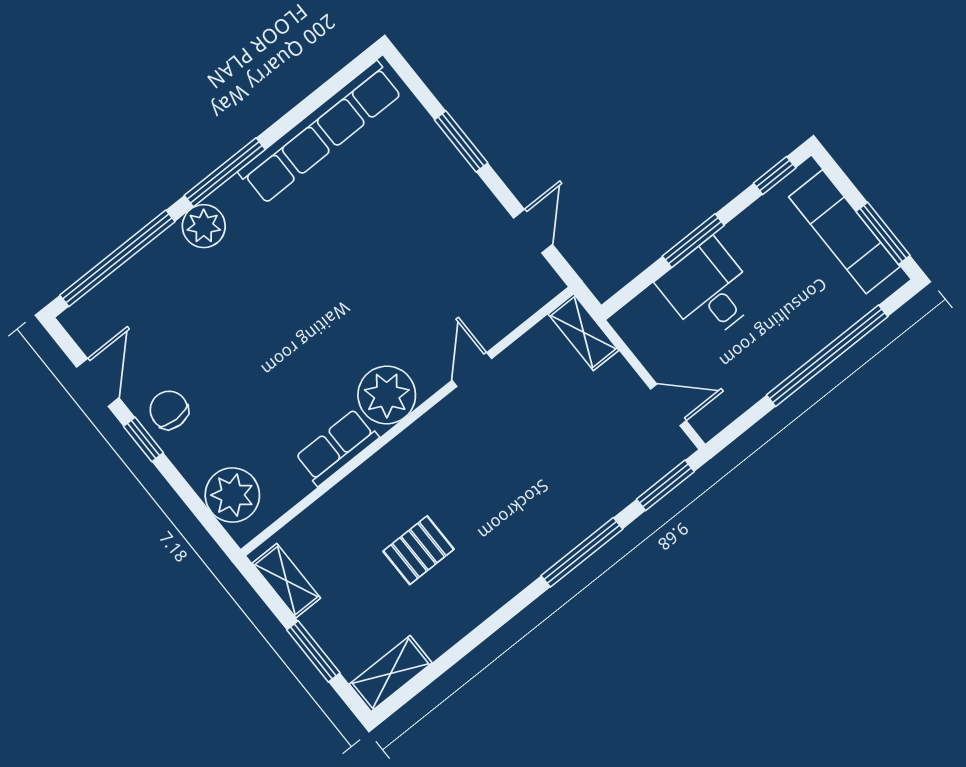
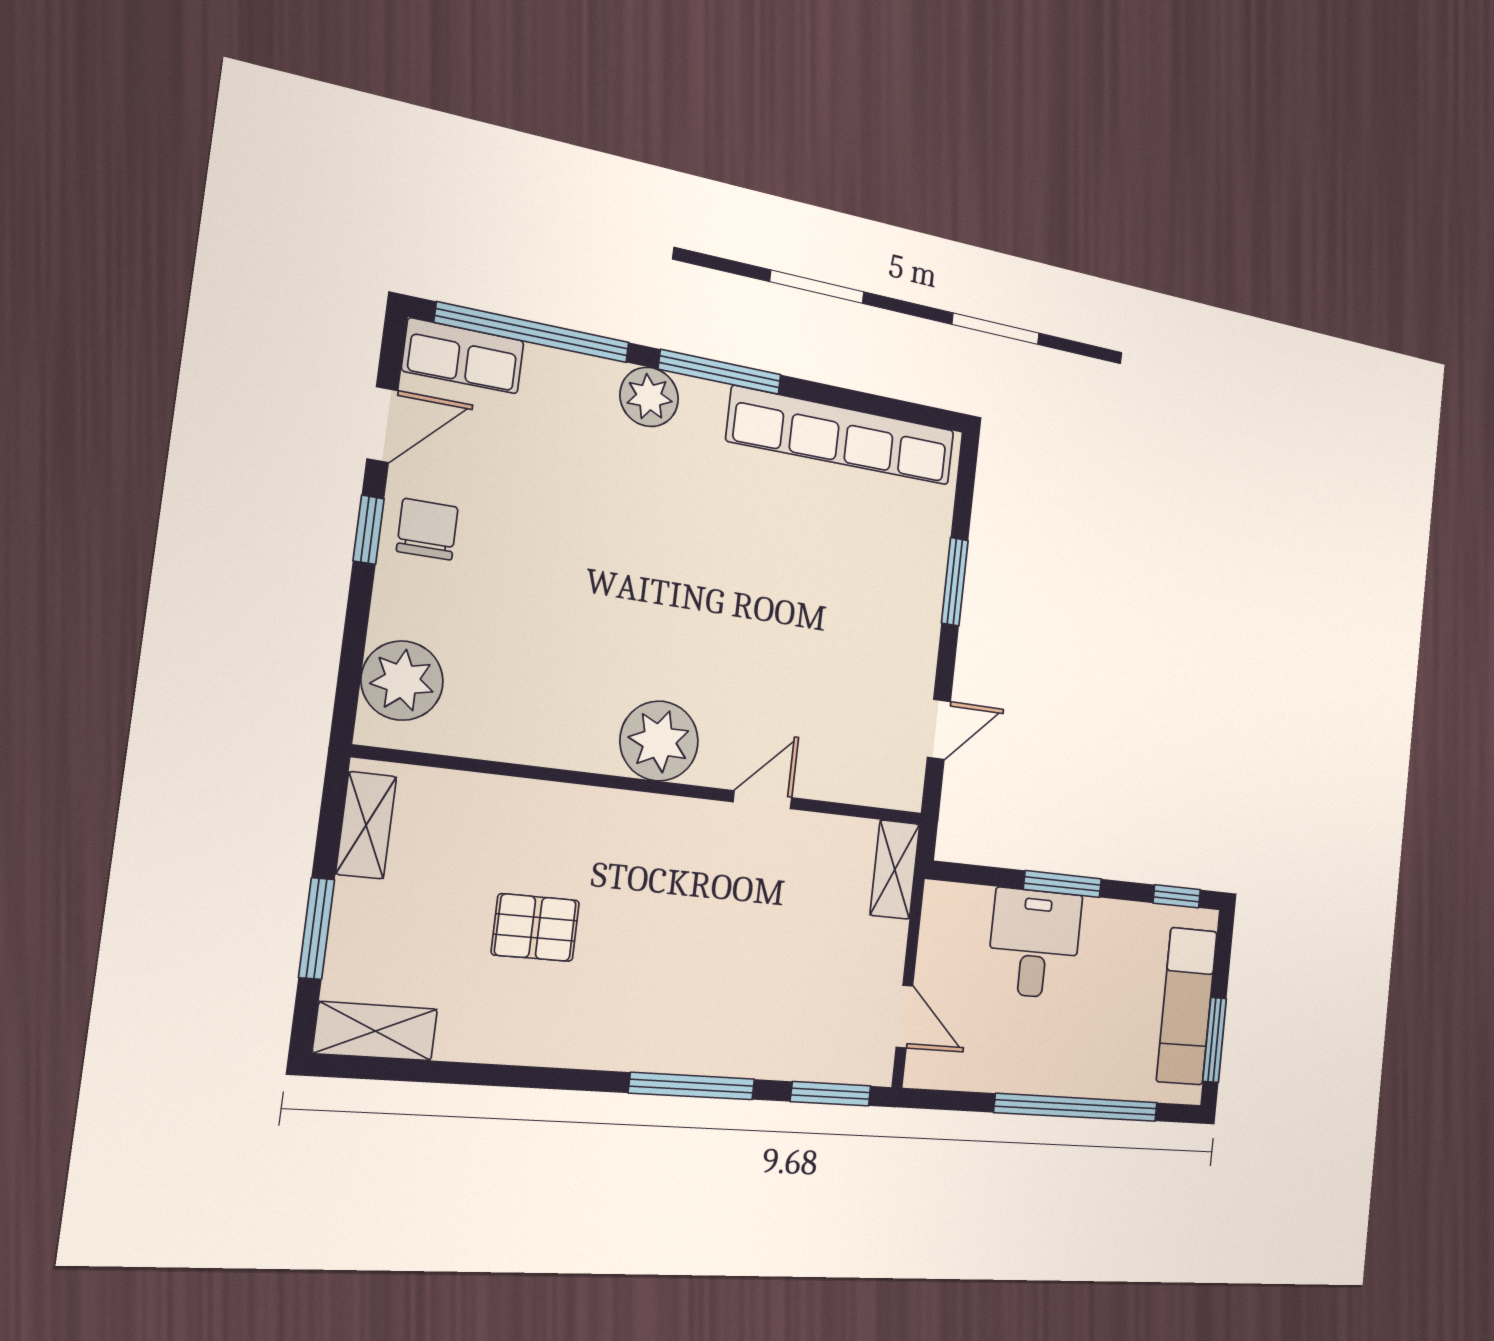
row of seats: (337, 447) -> (463, 356), moved, turned 180

